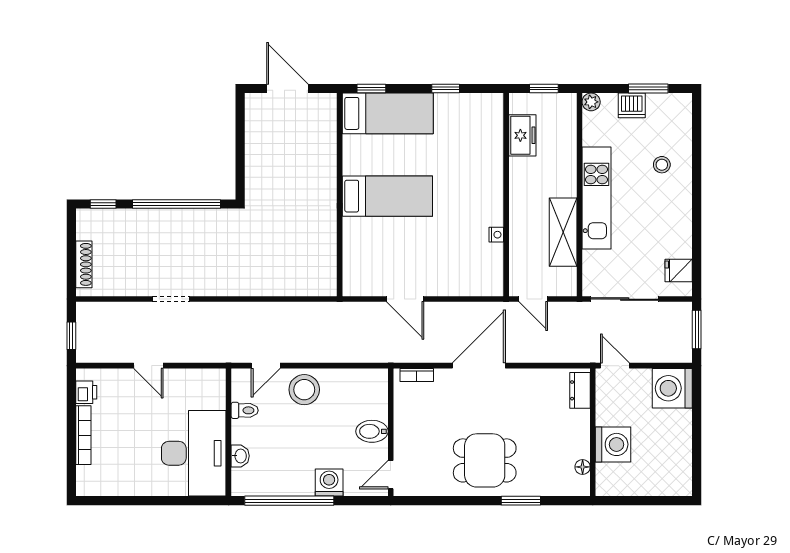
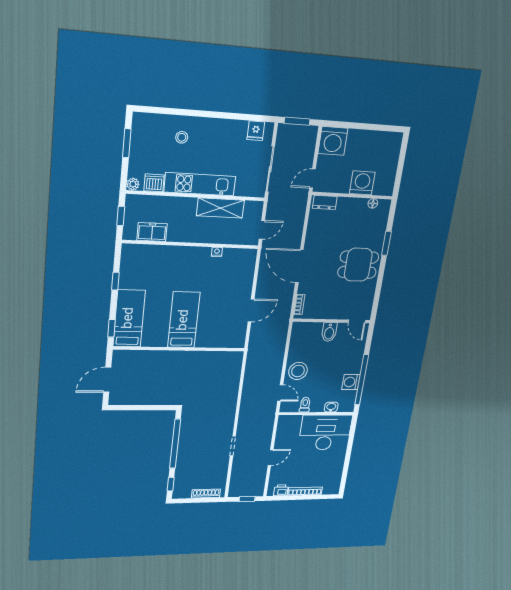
dishwasher: (632, 105) -> (154, 183), moved, turned -90
dining table: (485, 460) -> (358, 265), turned 90
washing machine: (329, 483) -> (351, 382), moved

